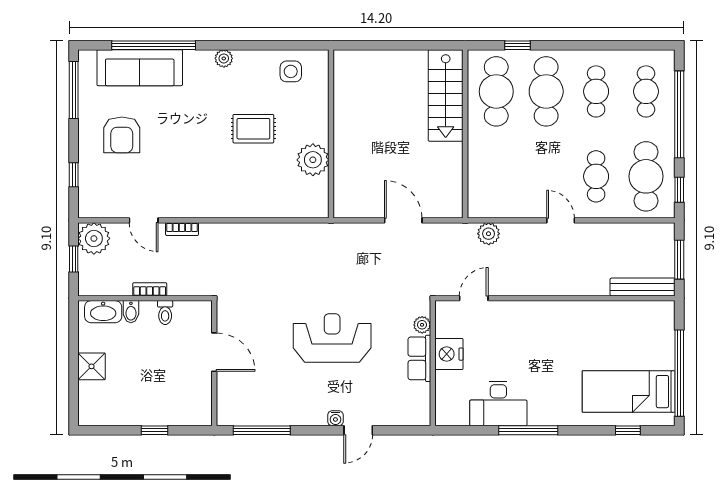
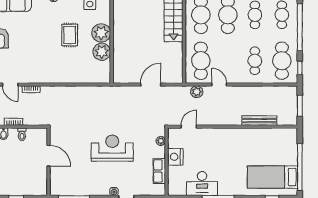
plant: (312, 125) -> (101, 33), added
rug: (253, 129) -> (70, 35), turned 90
cafe table: (496, 176) -> (201, 61), added
door: (403, 220) -> (151, 85), hinge flipped
door: (561, 220) -> (219, 85), moved
bench: (643, 287) -> (259, 121), moved
row of seats: (419, 358) -> (159, 171), moved

